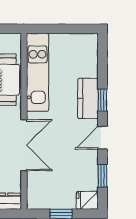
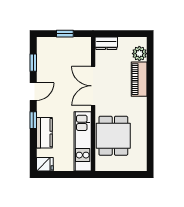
kitchen counter: (88, 98) -> (44, 133), moved
fridge: (87, 200) -> (45, 164), moved

